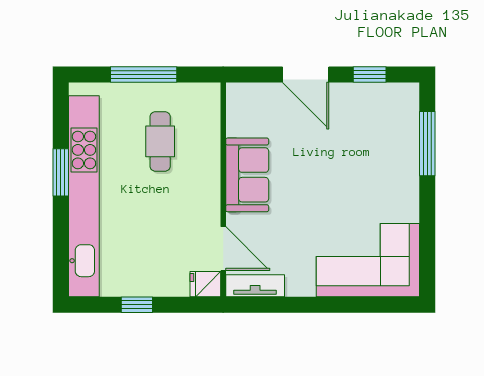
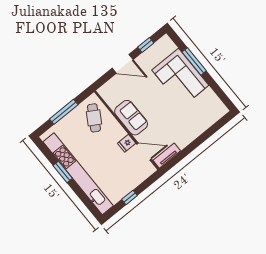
cafe table: (160, 141) -> (94, 118), moved, turned 31
window: (427, 144) -> (194, 61), moved
corner sofa: (368, 260) -> (180, 78), moved, turned -90
fridge: (205, 284) -> (127, 143), moved

